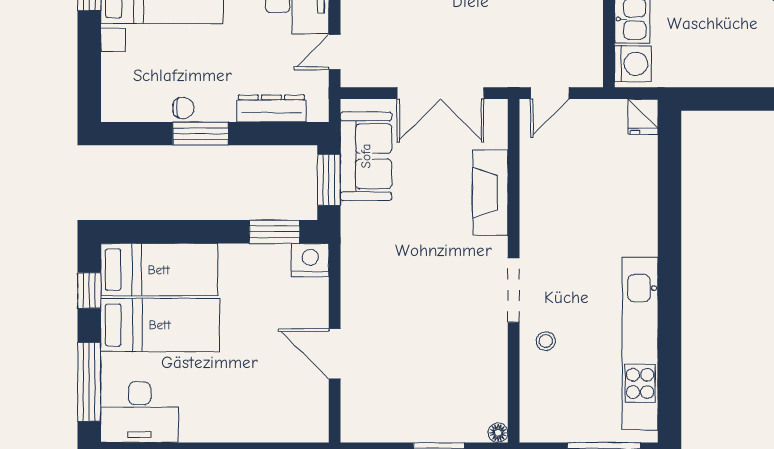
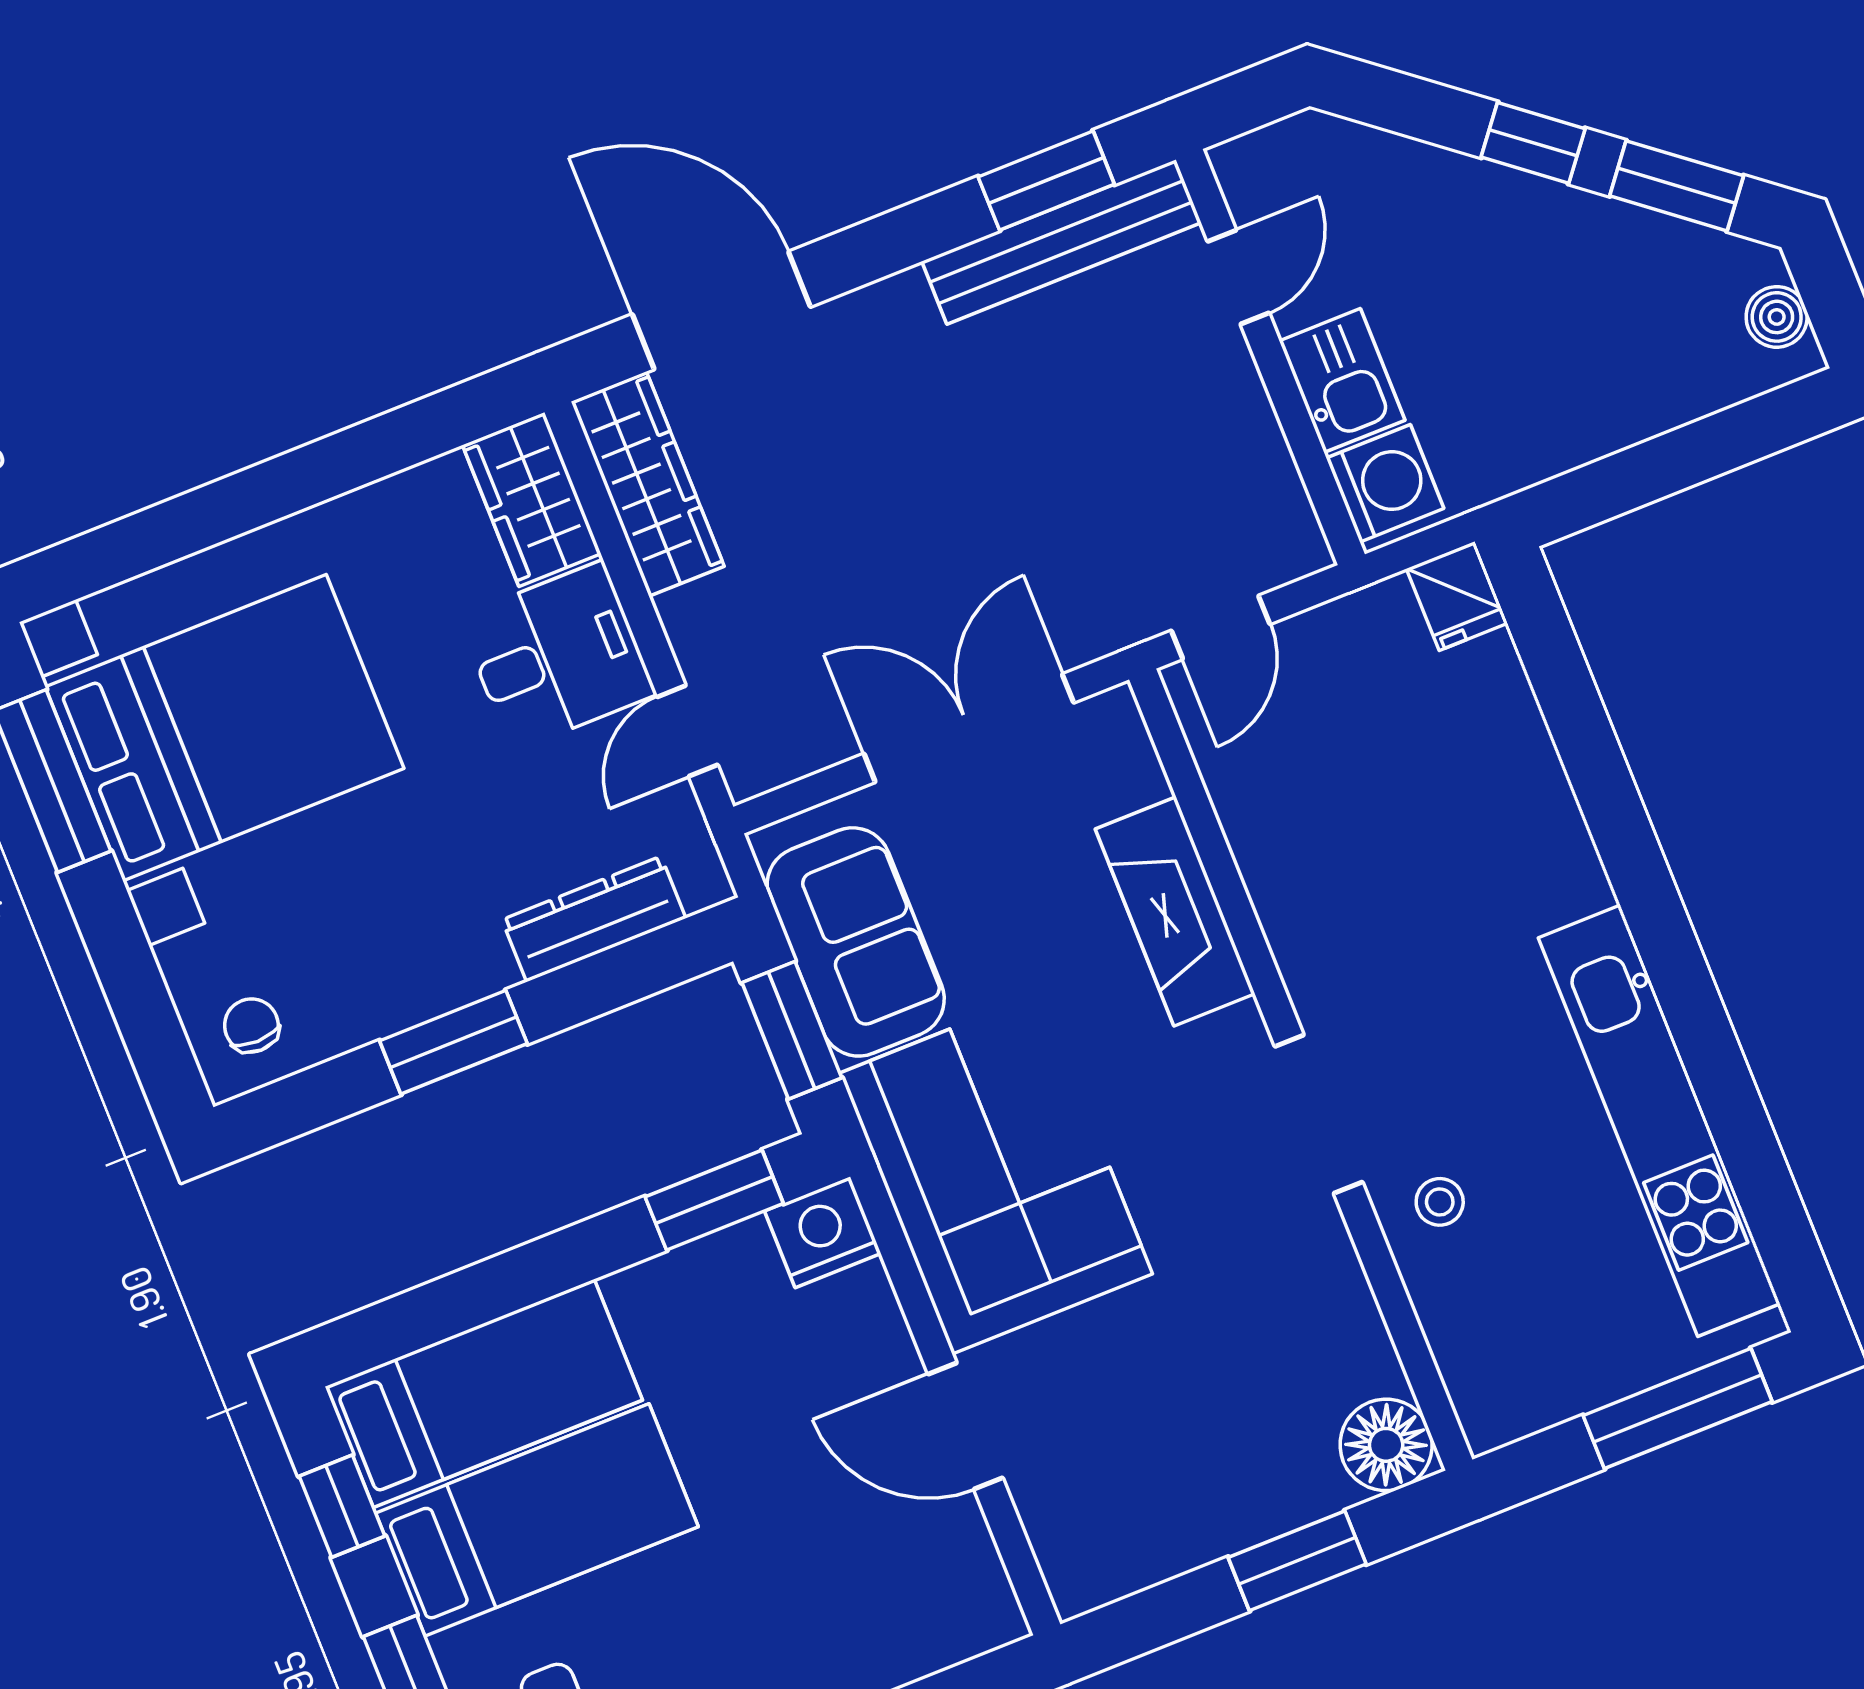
double door: (440, 93) -> (969, 728), swing flipped
chair: (183, 108) -> (251, 1025), moved, turned -90
corner sofa: (384, 264) -> (996, 1173), added
floor lamp: (498, 433) -> (1386, 1445), width x1.89, depth x1.89

